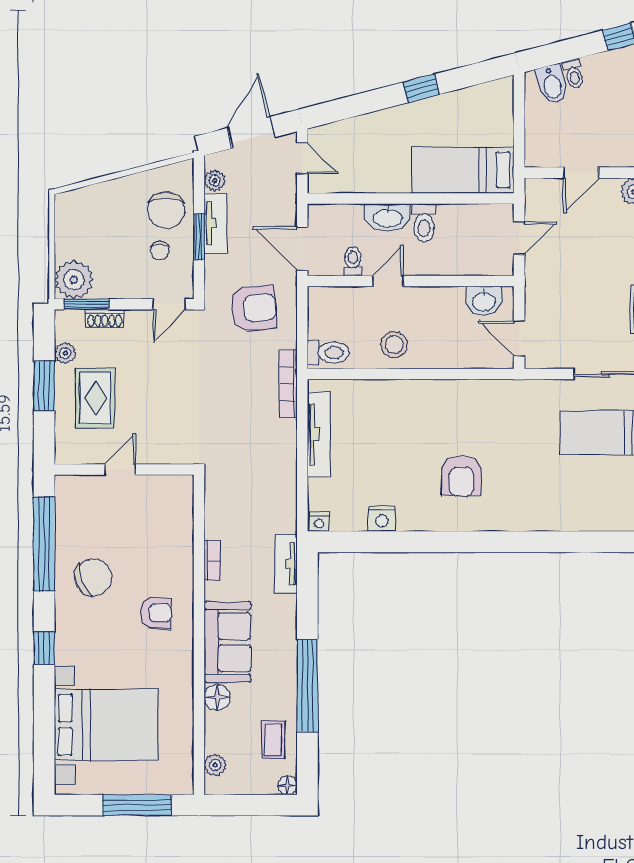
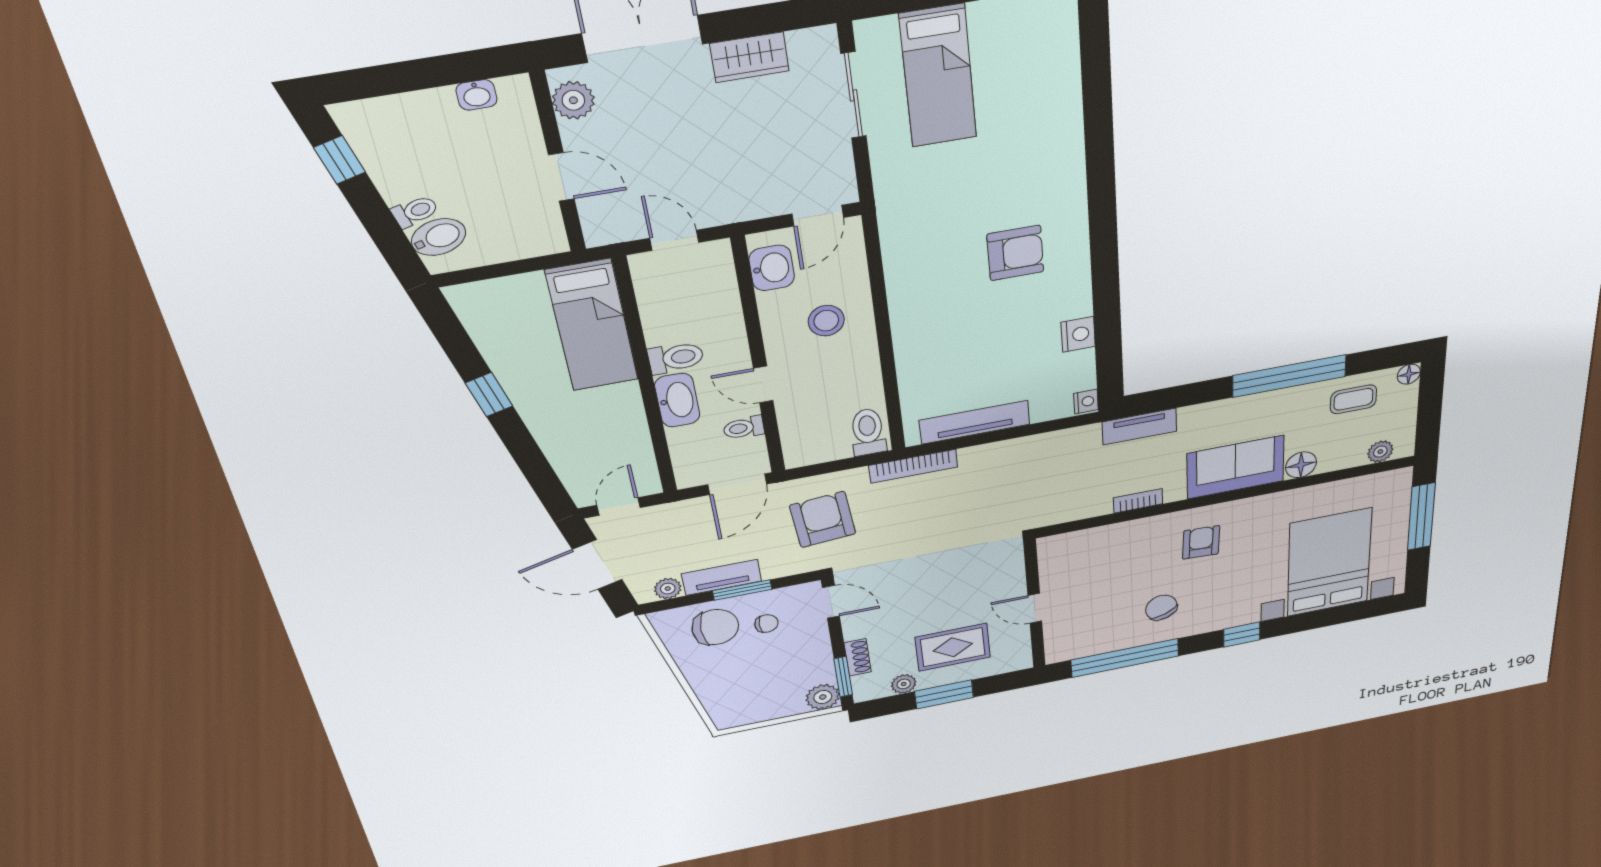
plant: (74, 280) -> (823, 697), width x0.73, depth x0.73
stool: (394, 345) -> (826, 321), moved
chair: (93, 577) -> (1161, 608), width x0.73, depth x0.73

